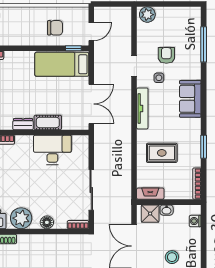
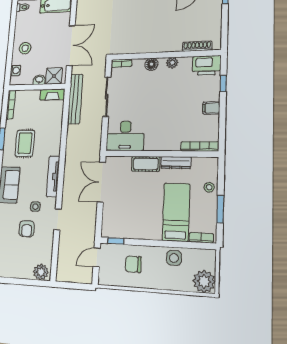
side table: (17, 36) -> (174, 258), added
bed: (62, 64) -> (176, 212), moved, turned -90
dresser: (23, 124) -> (176, 163), width x1.44
desk: (52, 150) -> (125, 136), moved
rug: (162, 153) -> (25, 143), moved, turned 90
bench: (125, 188) -> (75, 99), added
plant: (21, 218) -> (172, 63), width x0.53, depth x0.53
stool: (172, 257) -> (25, 48), moved

